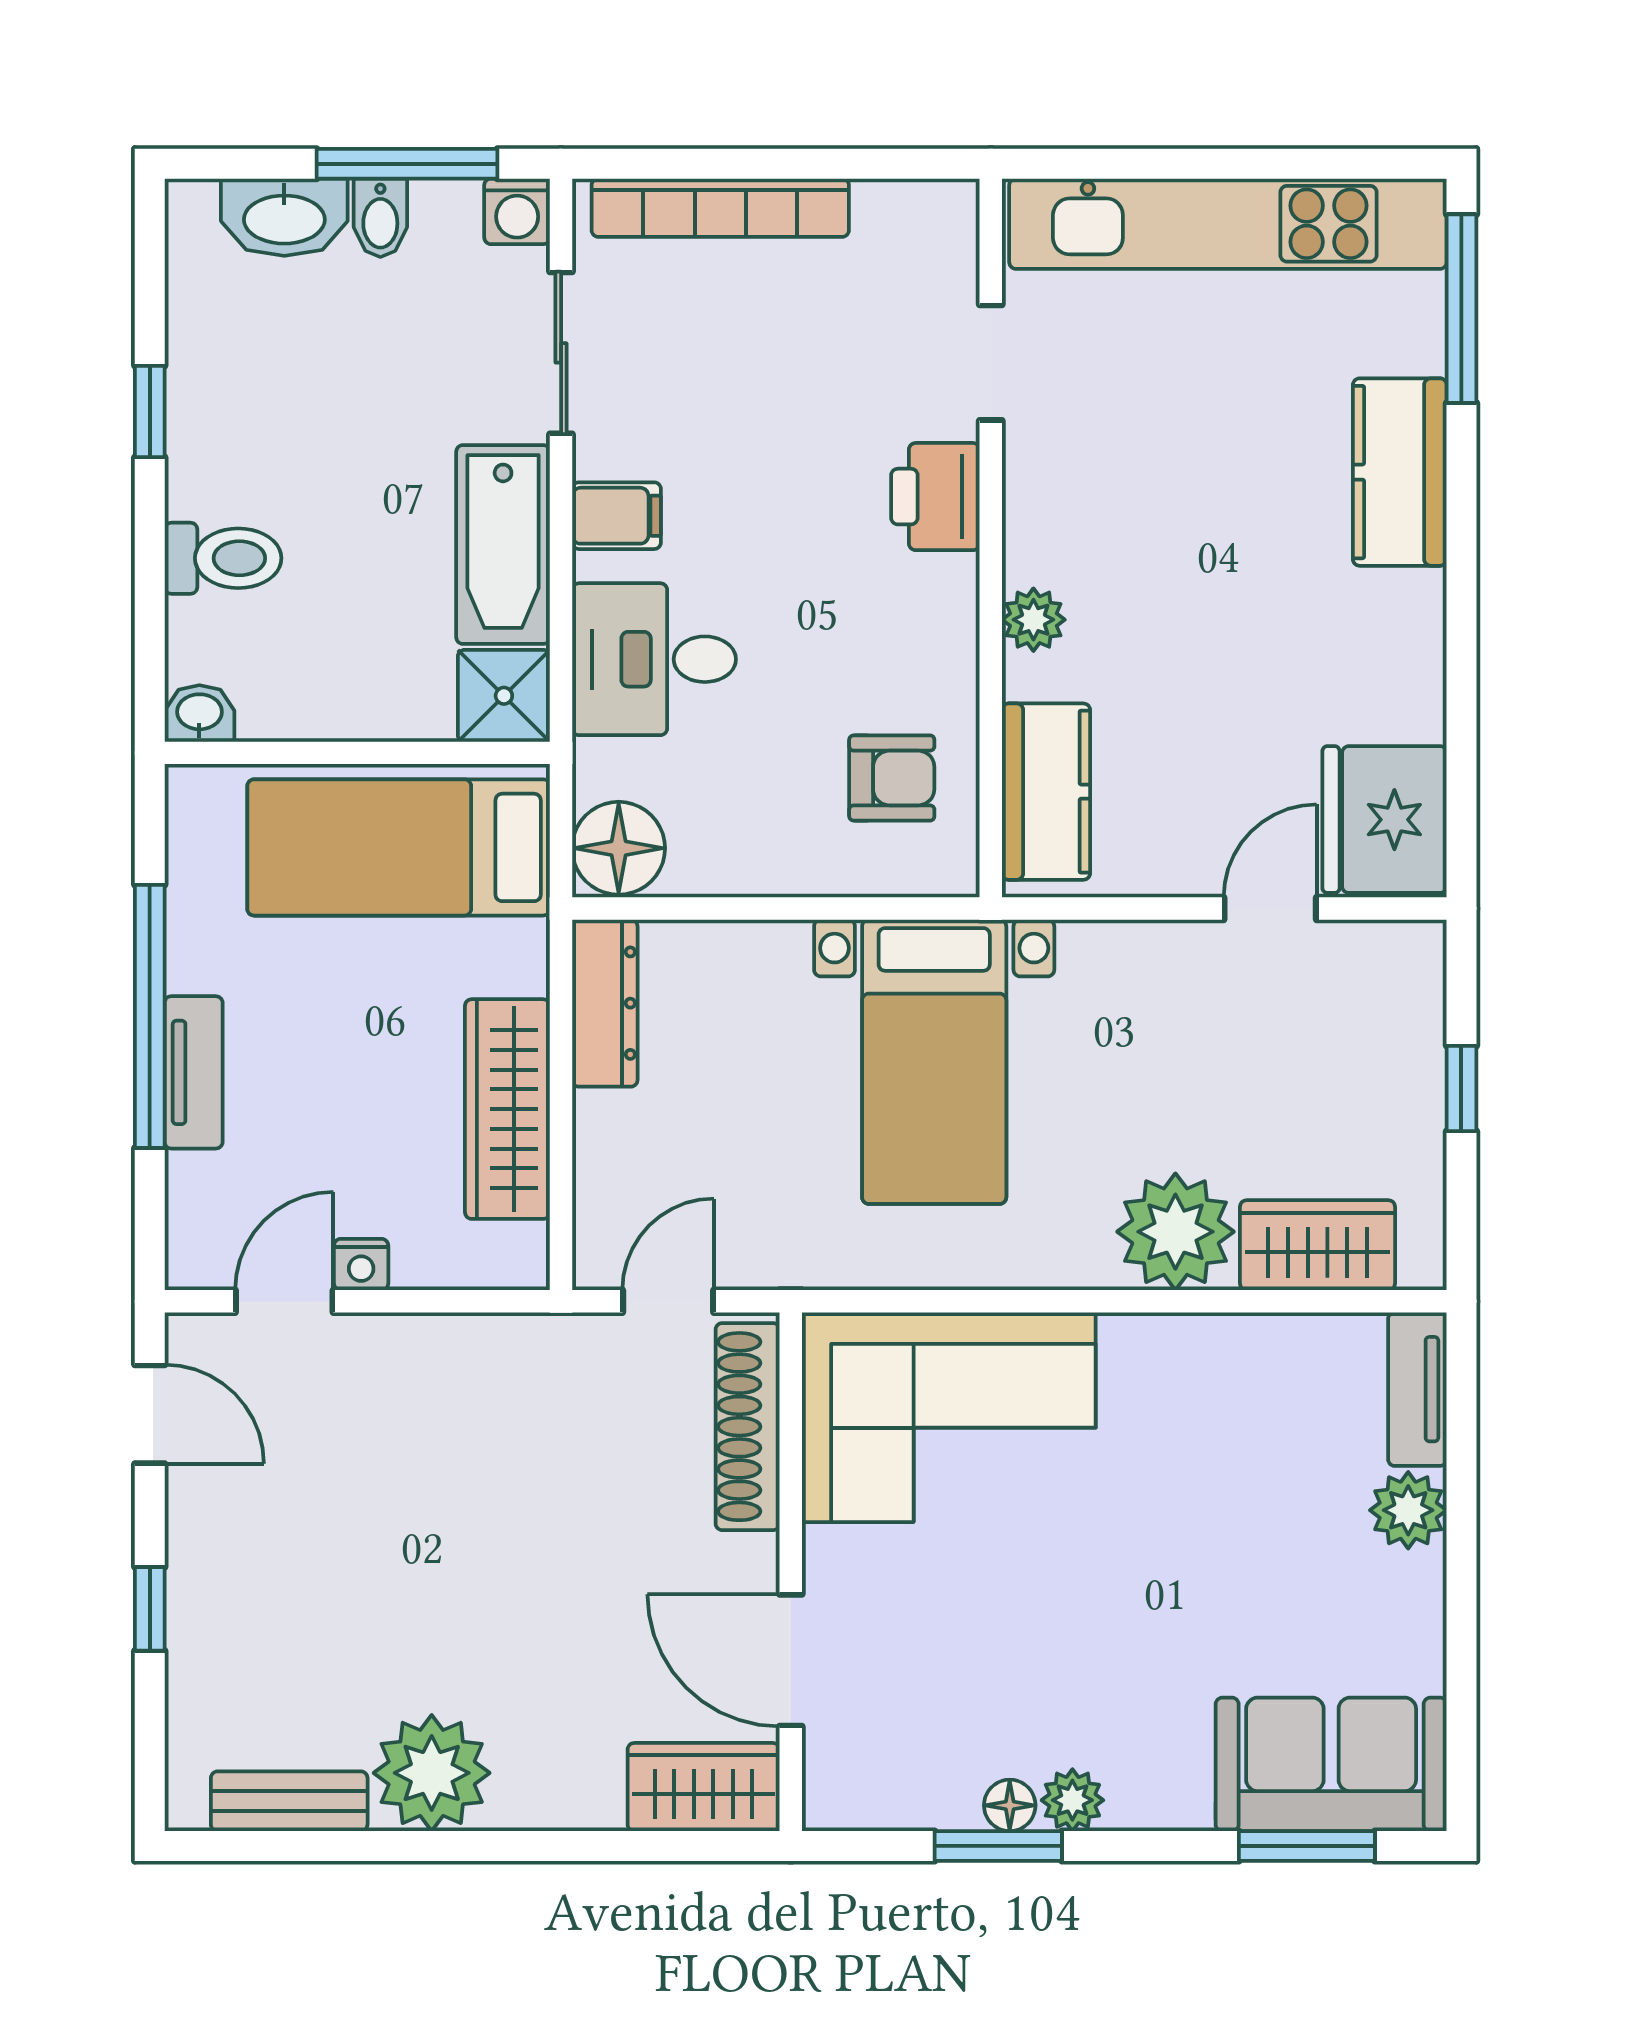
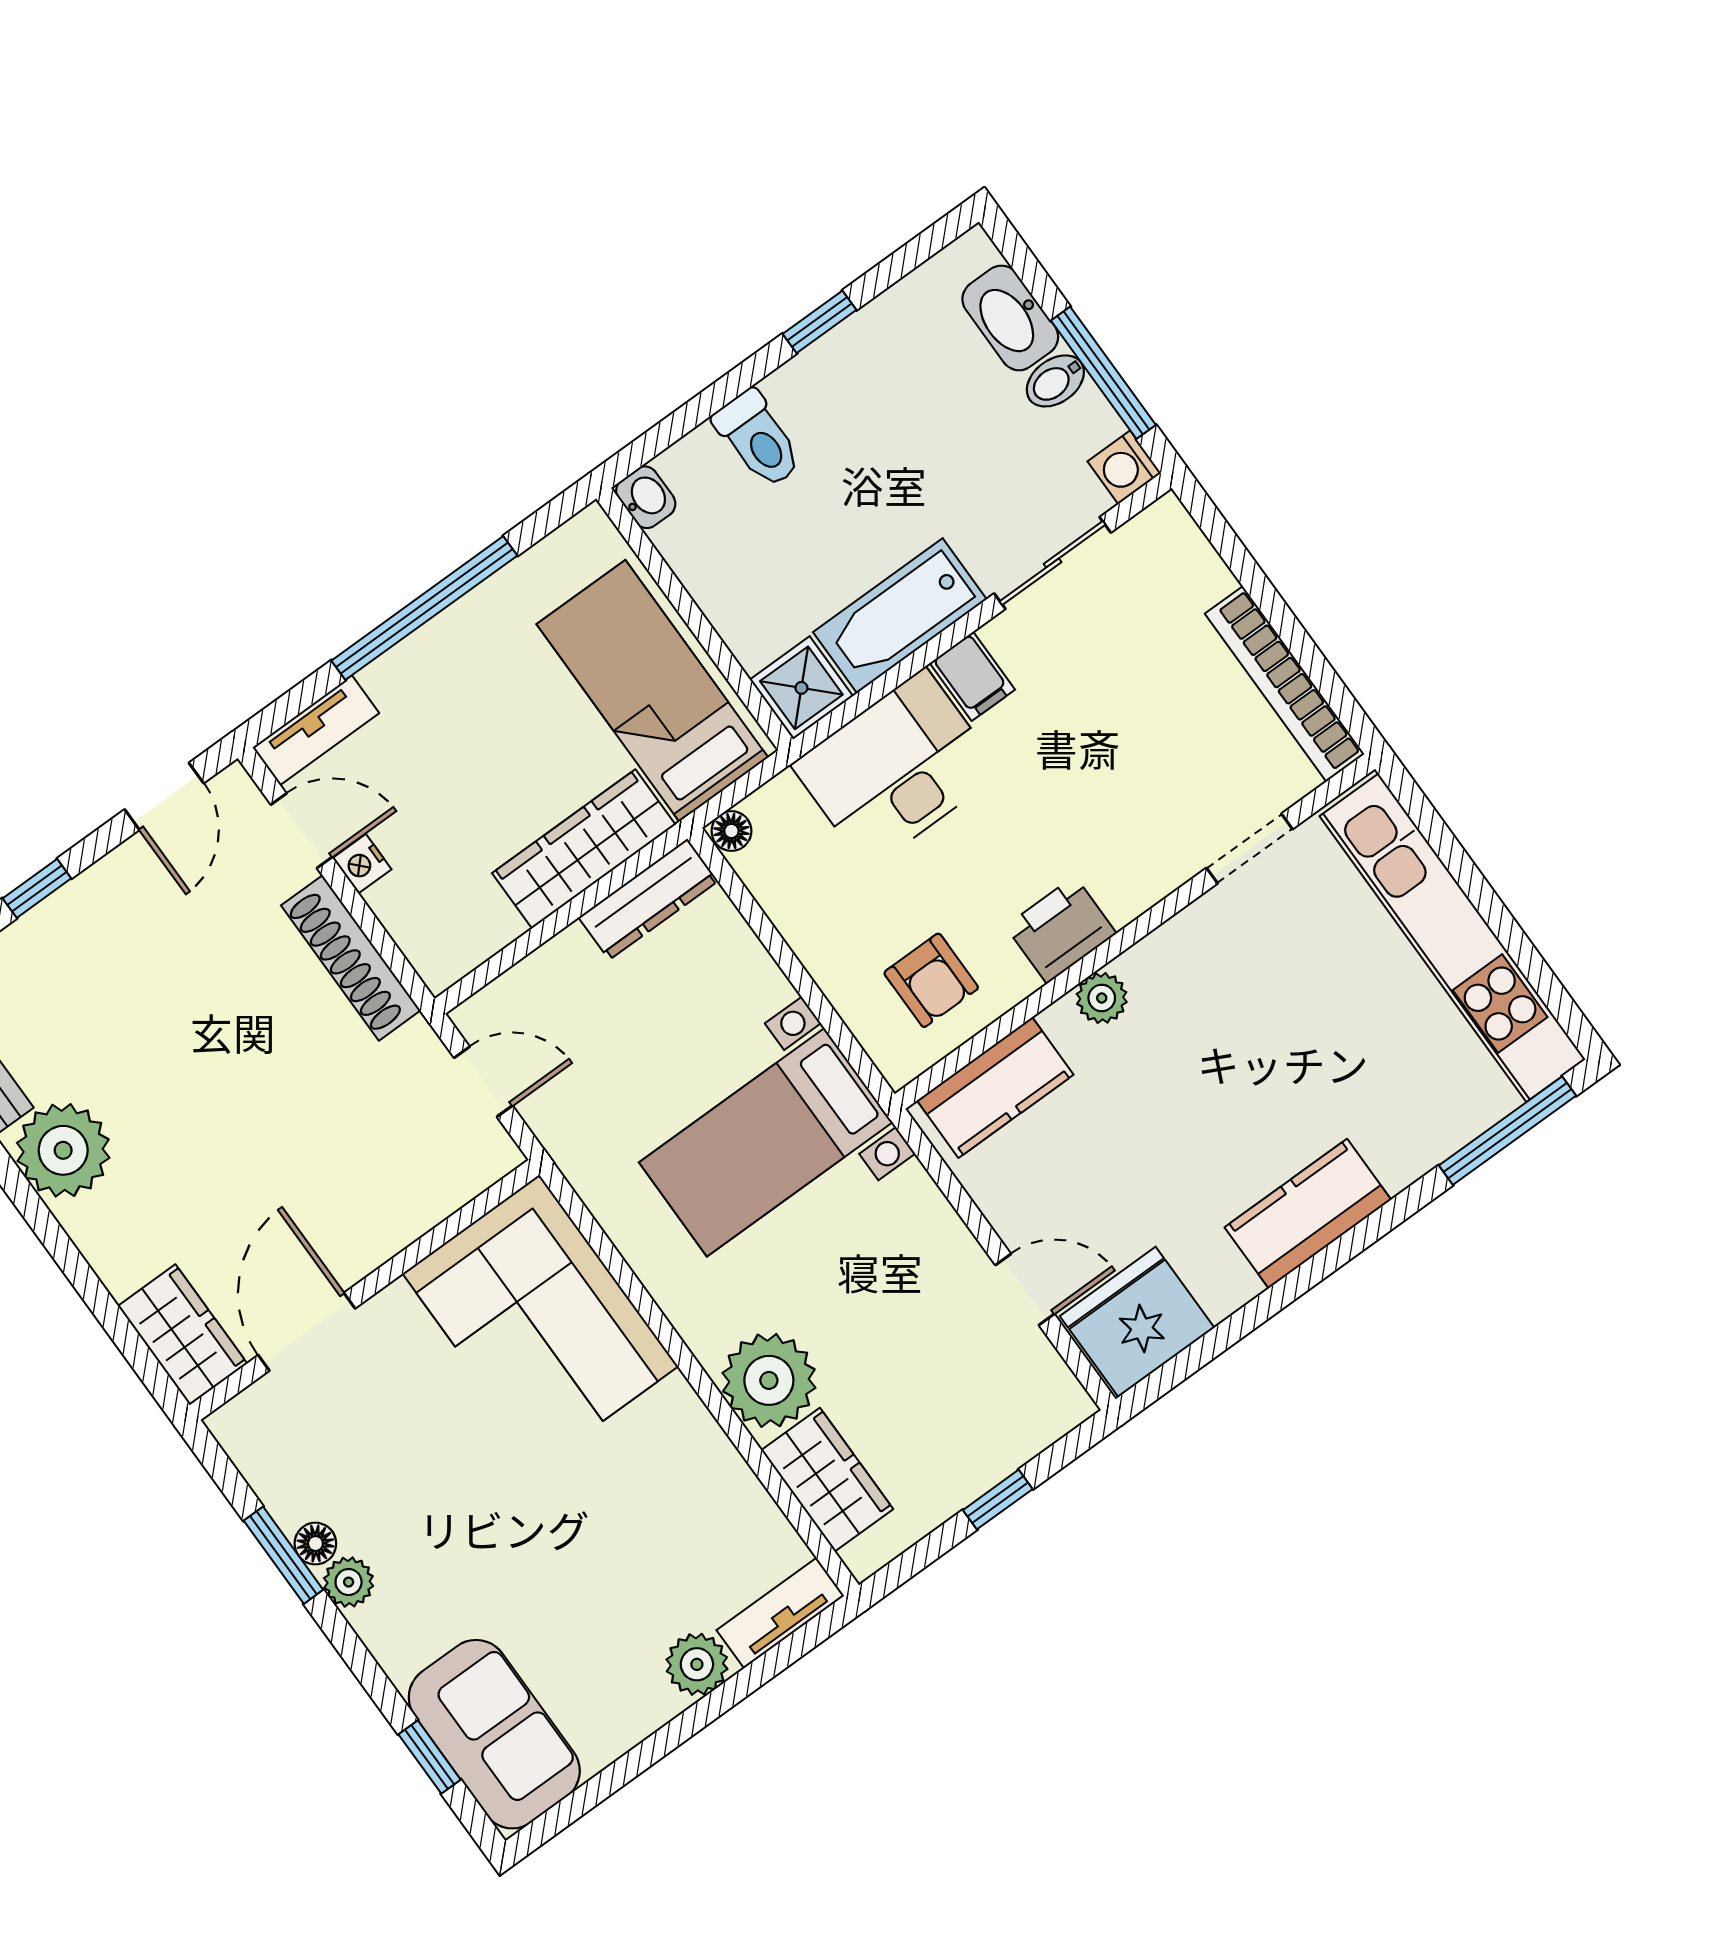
bookcase: (720, 208) -> (1285, 684), moved
kitchen counter: (1400, 472) -> (1308, 1214), moved
printer: (935, 497) -> (1061, 930), moved
desk: (654, 659) -> (896, 769), width x1.37
floor lamp: (619, 848) -> (731, 831), width x0.53, depth x0.53
tv unit: (194, 1072) -> (316, 730), moved
wardrobe: (507, 1109) -> (584, 849), moved
shoe rack: (748, 1427) -> (351, 958), moved, turned -90
window: (1307, 1846) -> (430, 1757), width x0.67

